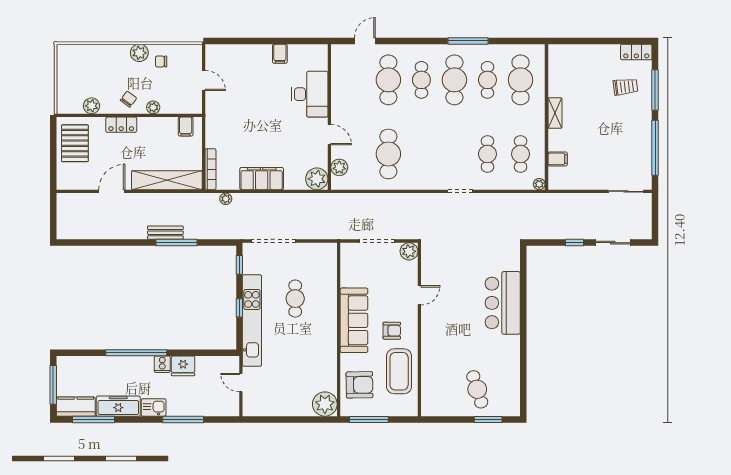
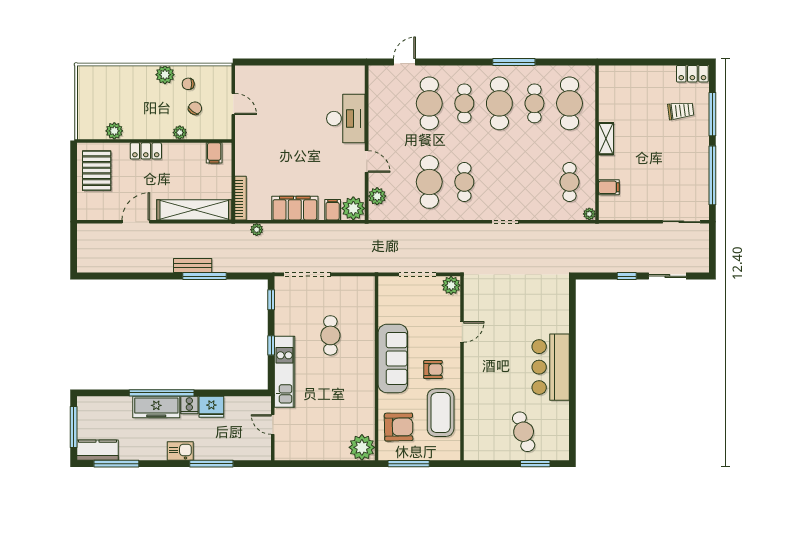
filing cabinet: (280, 54) -> (333, 210), moved, turned 180
chair: (128, 99) -> (195, 108), moved
cafe table: (487, 154) -> (464, 182), moved
bar counter: (503, 303) -> (551, 367), moved
kitchen unit: (252, 321) -> (285, 372), width x0.73
freezer: (118, 406) -> (156, 407), moved, turned 180

